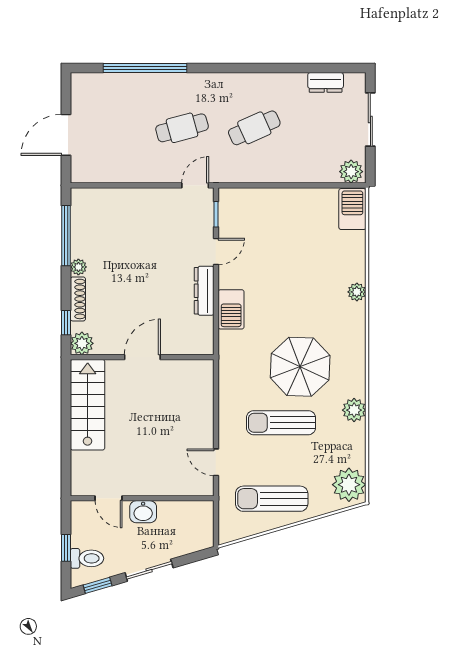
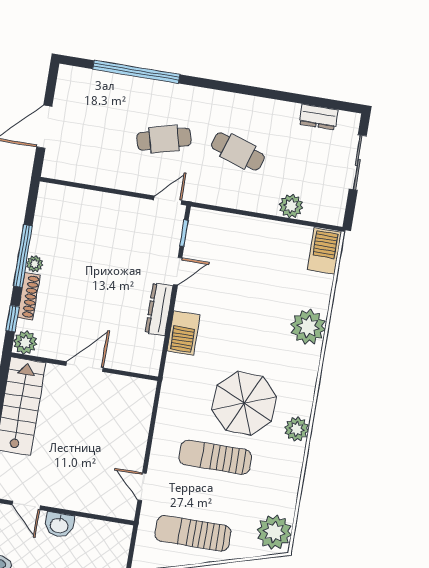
cafe table: (254, 128) -> (238, 151), turned 42
plant: (351, 172) -> (291, 206), moved
window: (66, 236) -> (23, 256), moved
plant: (357, 292) -> (308, 327), width x1.88, depth x1.88
plant: (354, 410) -> (297, 429), moved

